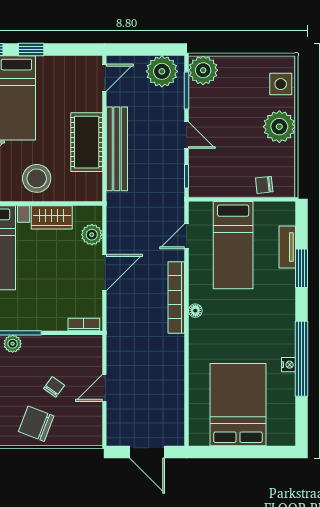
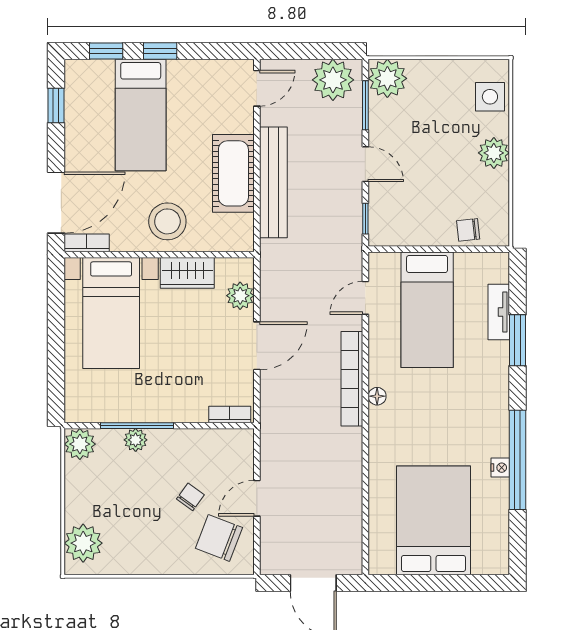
plant: (279, 127) -> (494, 153), width x0.73, depth x0.73
chair: (36, 424) -> (219, 538), moved

